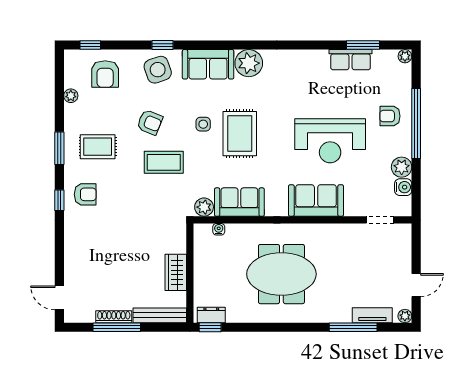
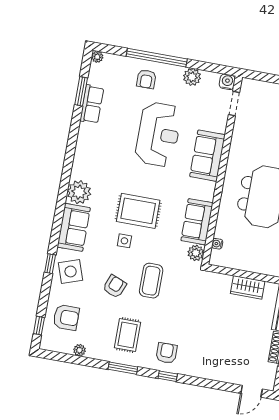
water cooler: (403, 187) -> (227, 82), moved

